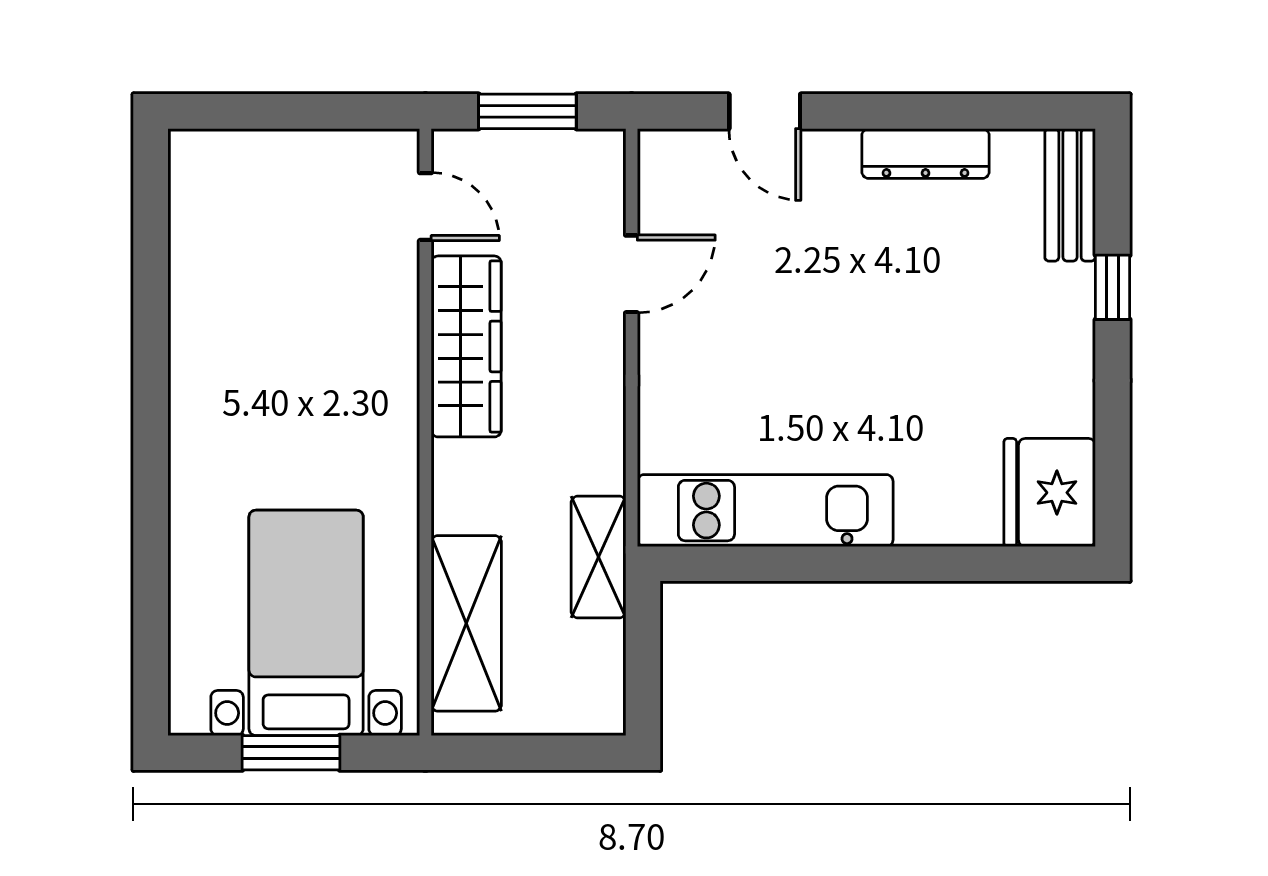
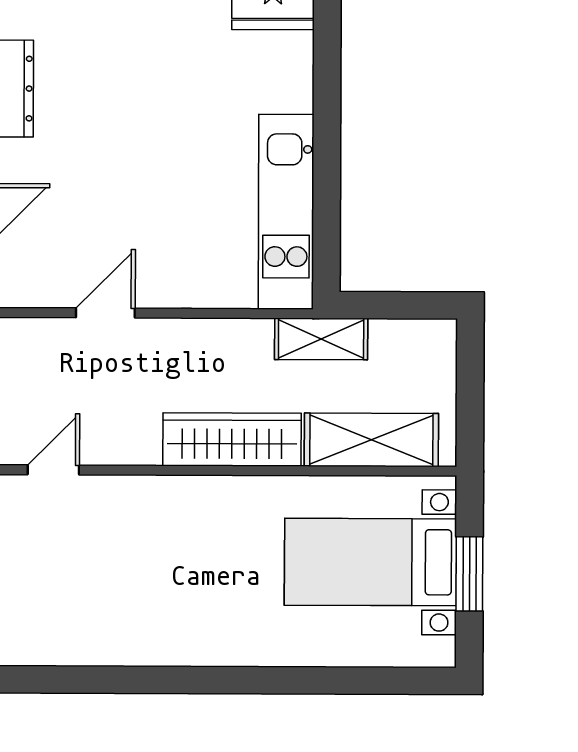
door: (632, 274) -> (105, 313), hinge flipped
wardrobe: (466, 346) -> (232, 440), moved

